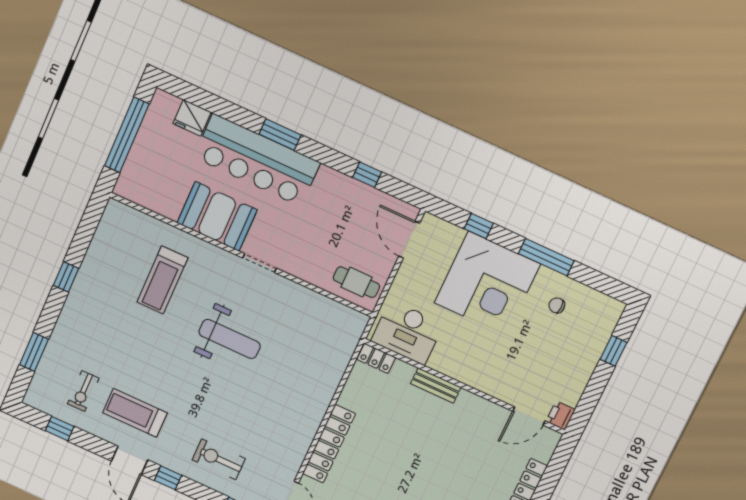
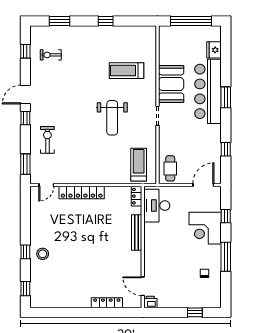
corner desk: (487, 284) -> (205, 228), width x0.74, depth x0.74
bench: (436, 385) -> (137, 232), width x1.36
treadmill: (135, 413) -> (139, 165), moved

